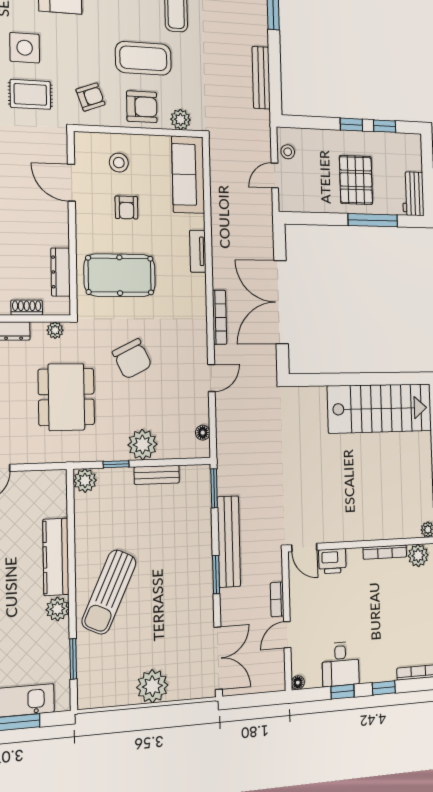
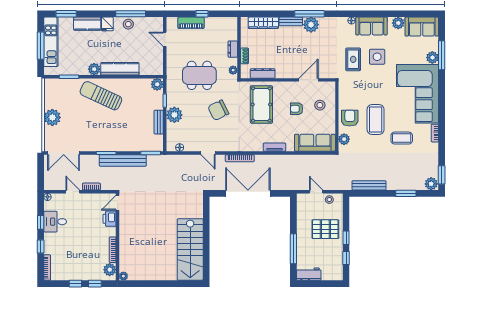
armchair: (91, 97) -> (353, 91), removed
armchair: (142, 107) -> (350, 118), turned 180
pallet: (356, 180) -> (325, 229), moved

